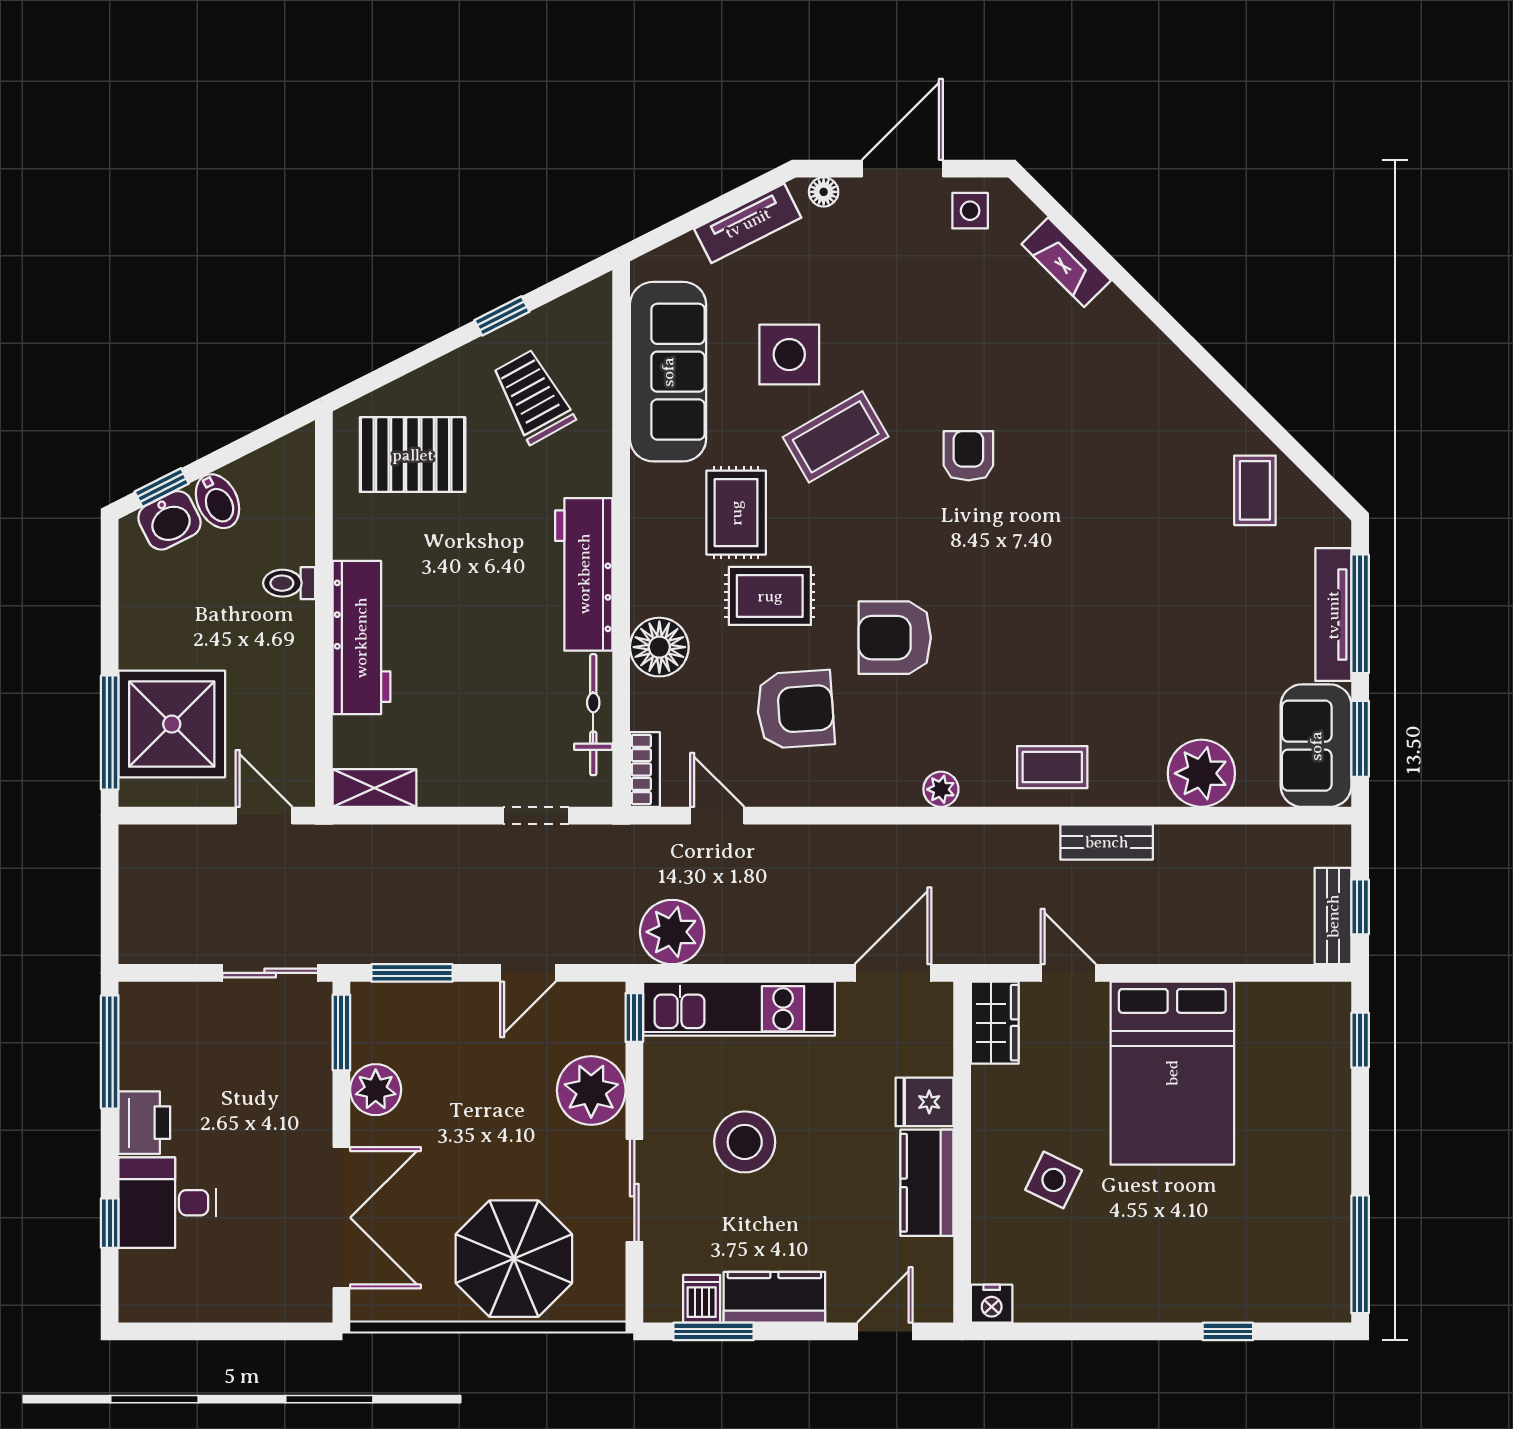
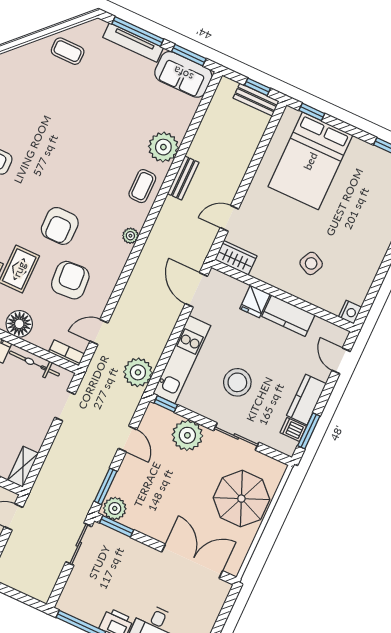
plant: (1201, 773) -> (163, 147), moved
bed: (1172, 1073) -> (310, 161), moved, turned 90
plant: (376, 1090) -> (115, 508), moved

